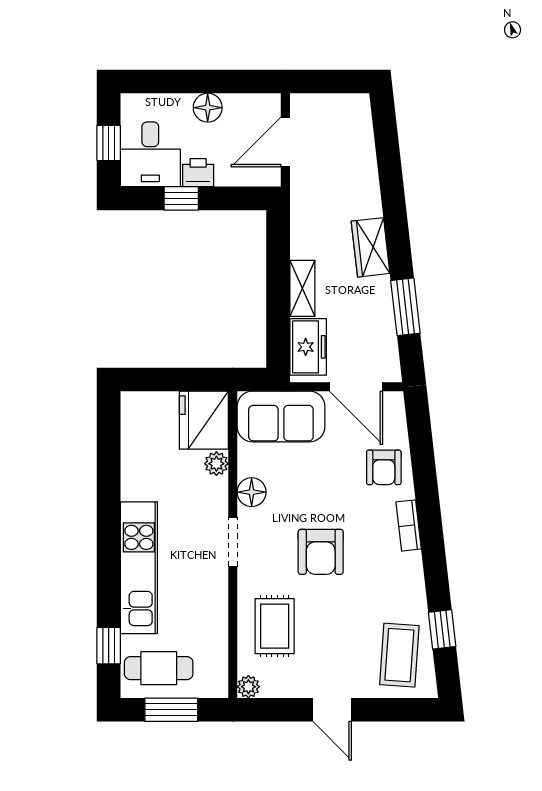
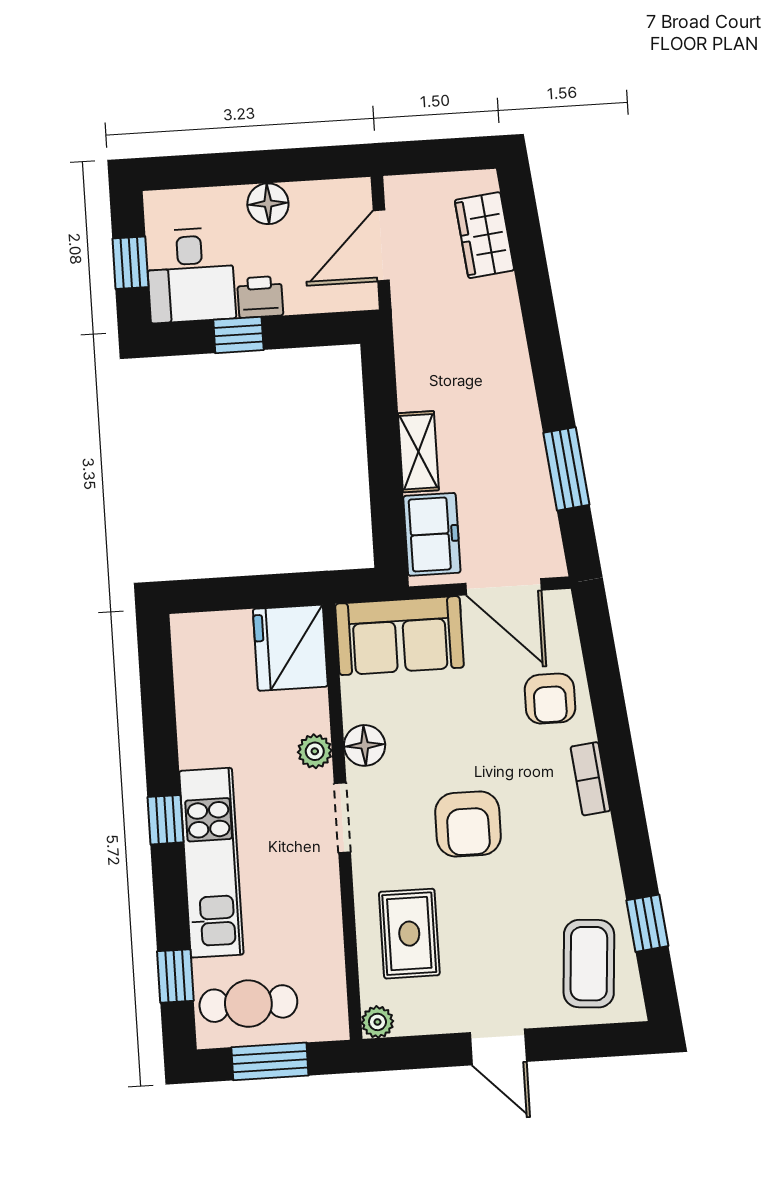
wardrobe: (371, 247) -> (484, 235), moved
plant: (216, 464) -> (315, 751), moved
window: (109, 535) -> (166, 820), added

